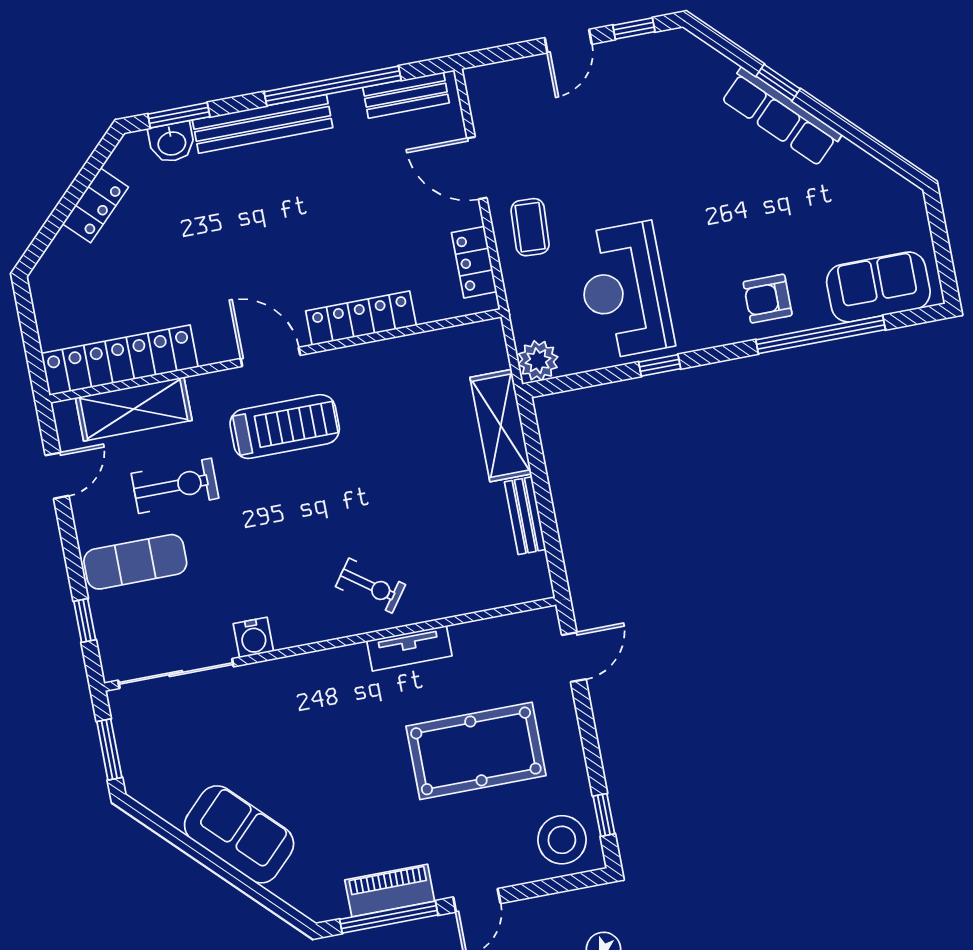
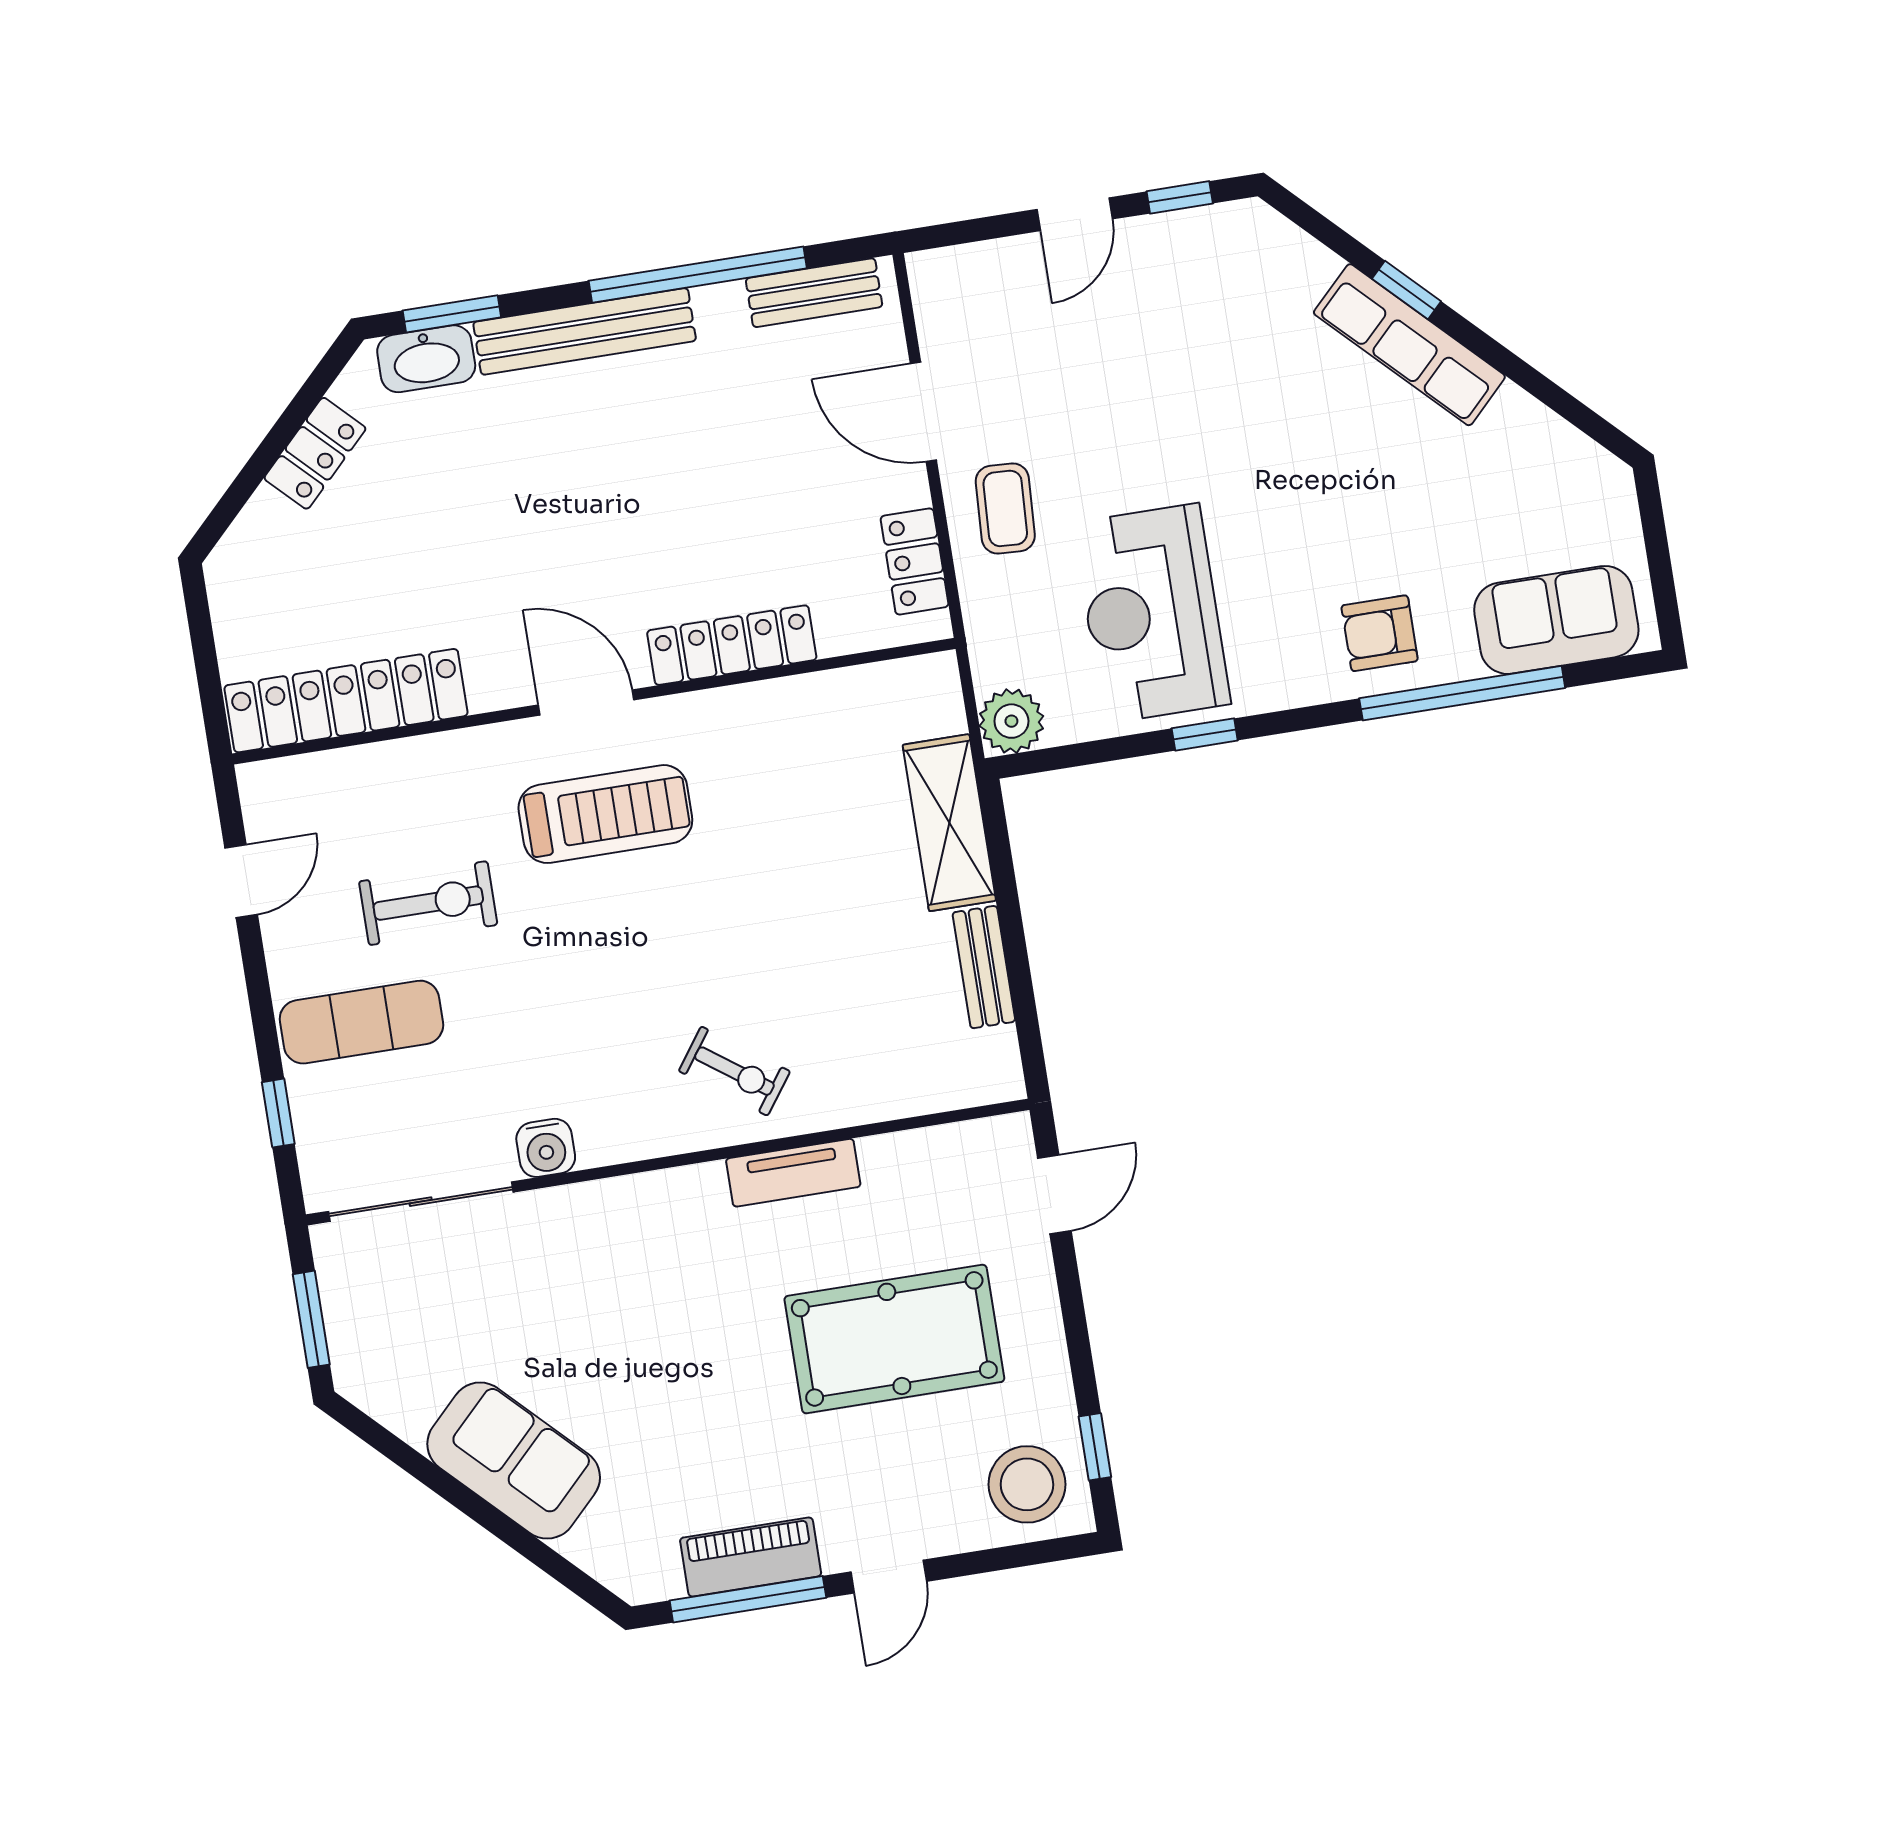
washbasin: (172, 142) -> (426, 359), width x1.38
shelving: (134, 409) -> (366, 779), removed

